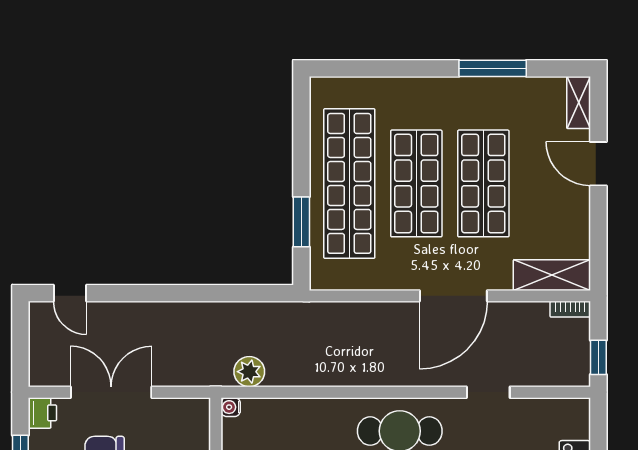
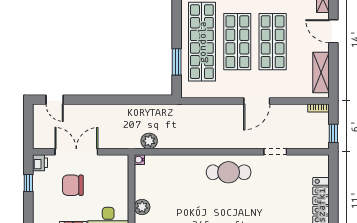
shelving: (552, 275) -> (321, 73), moved, turned 90
door: (453, 296) -> (257, 101), width x0.73

